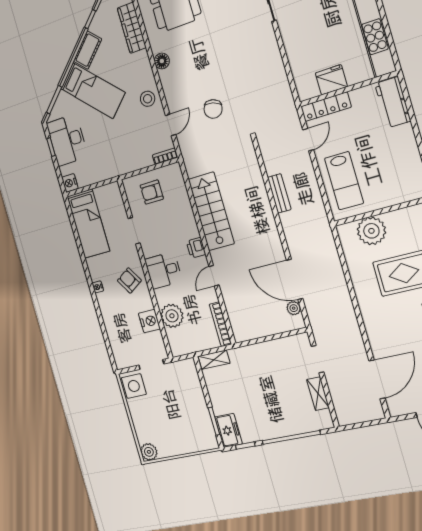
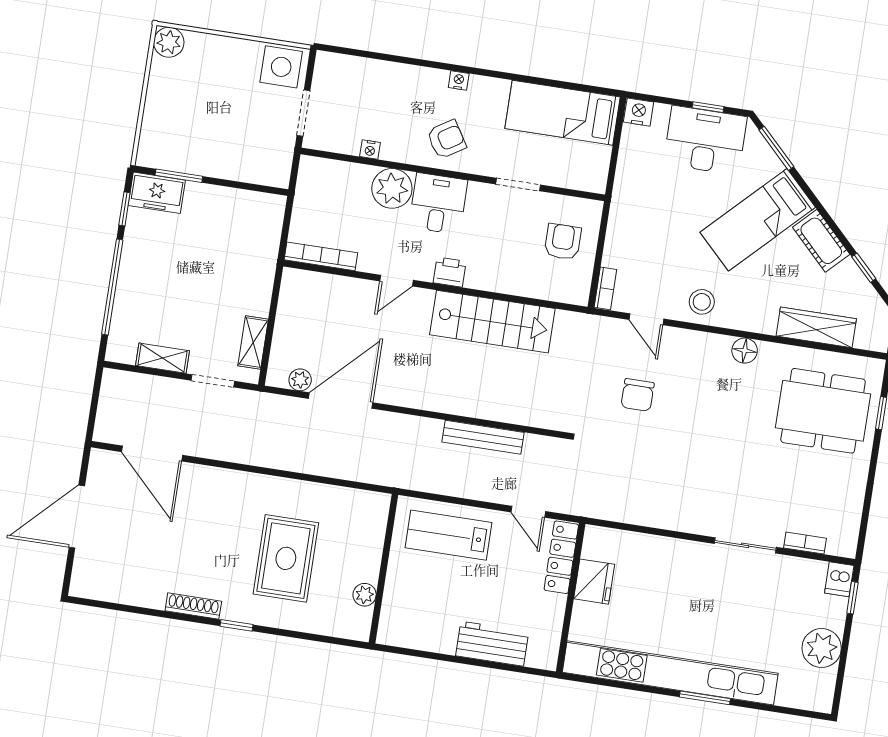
workbench: (393, 102) -> (492, 644), moved
chair: (213, 109) -> (638, 395), turned -106
bench: (279, 193) -> (483, 437), width x1.36
plant: (371, 231) -> (365, 595), moved, width x0.53, depth x0.53
door: (214, 276) -> (397, 281), swing flipped
plant: (172, 316) -> (392, 188), moved
nightstand: (149, 321) -> (370, 150), width x0.53, depth x0.56
shelving: (214, 360) -> (253, 343), moved

